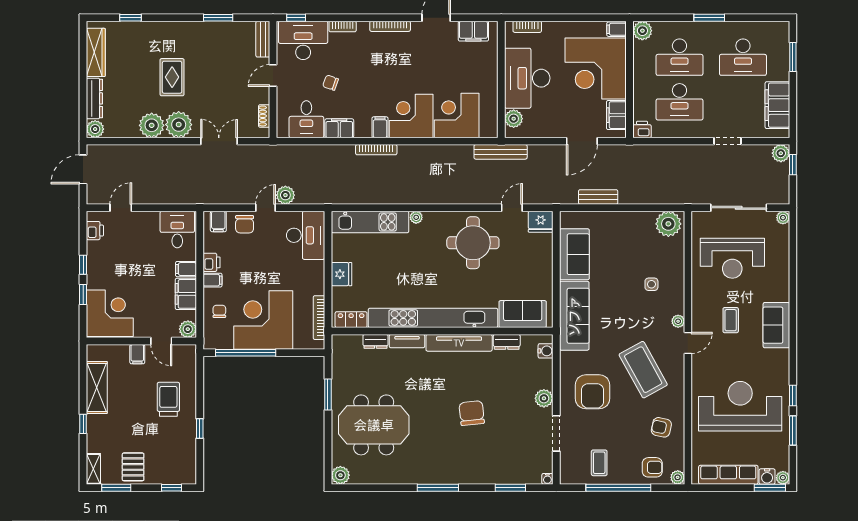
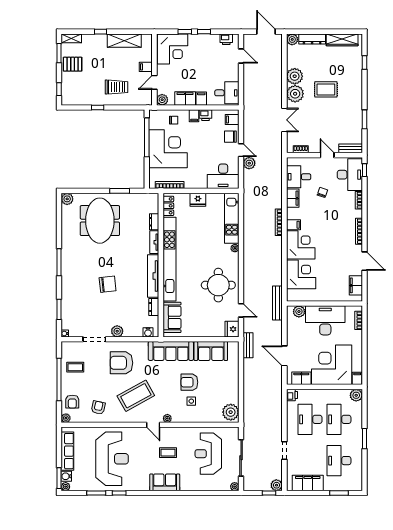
bench: (598, 197) -> (248, 345), moved
armchair: (622, 287) -> (189, 382), added

